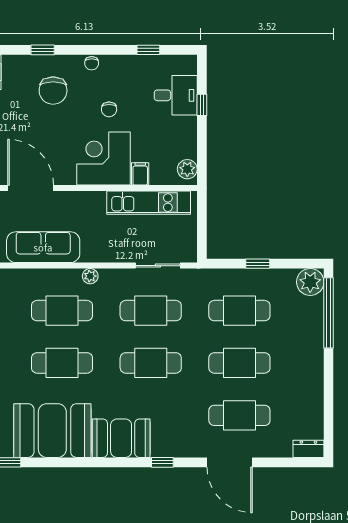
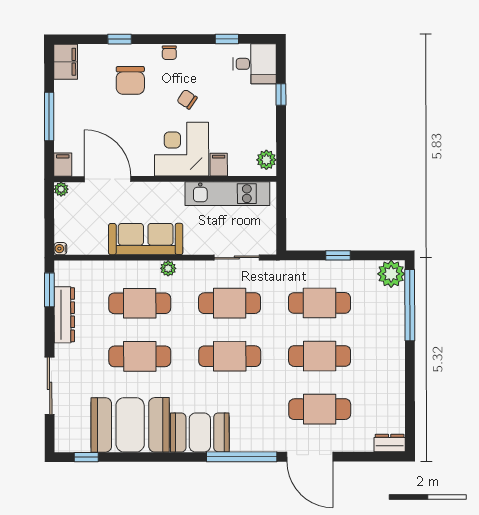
desk: (176, 95) -> (254, 64), moved
chair: (109, 109) -> (187, 99), turned 124
sofa: (43, 247) -> (146, 239), moved
window: (162, 462) -> (242, 457), width x3.17

